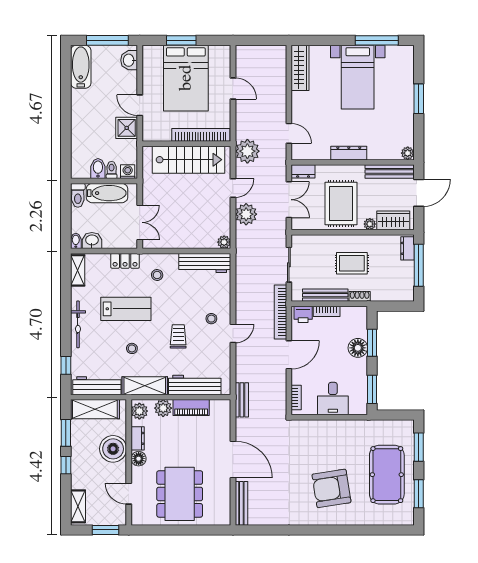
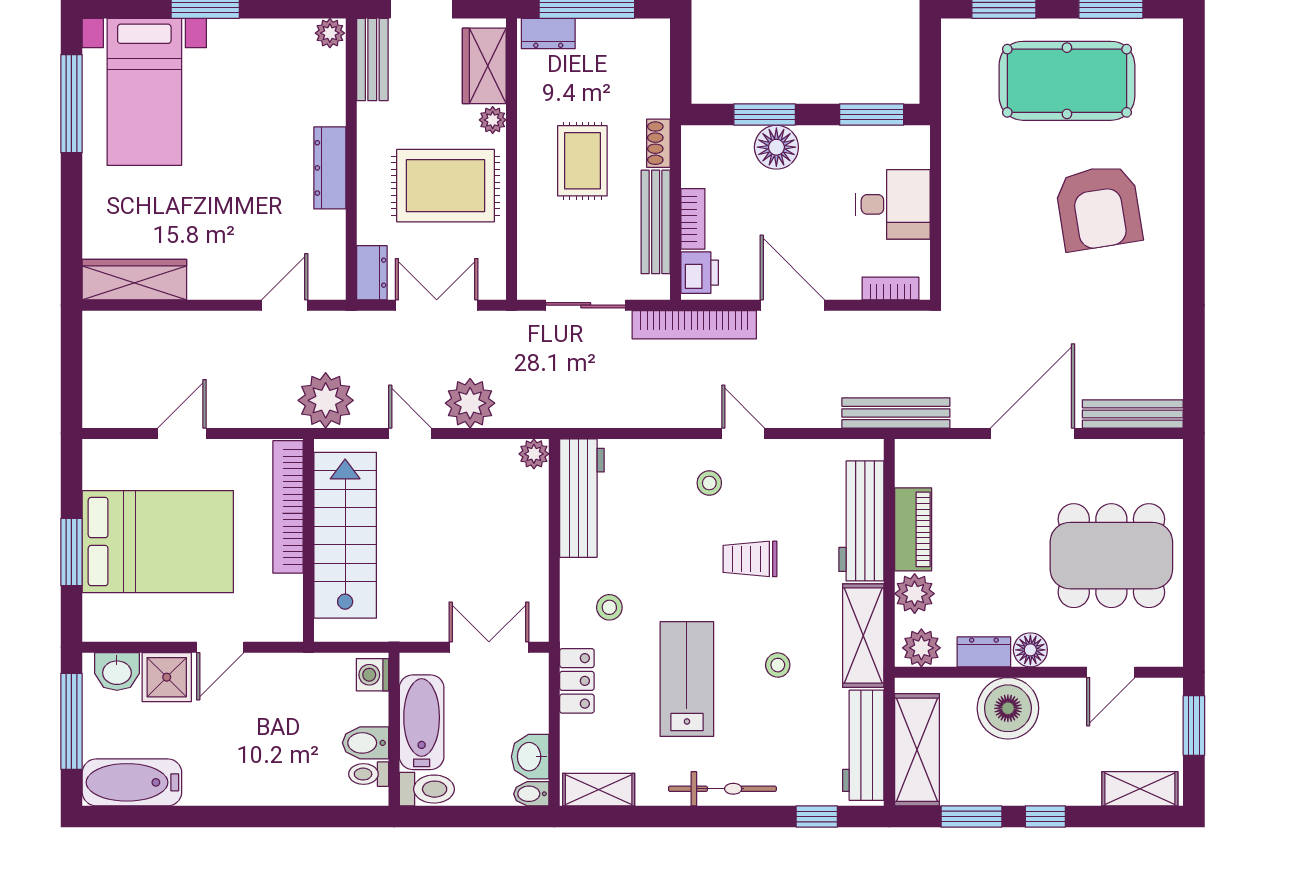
bed with nightstands: (358, 77) -> (144, 92), moved, turned 90
shower: (127, 128) -> (167, 677), moved
toilet: (112, 170) -> (369, 774), moved
bench: (390, 172) -> (372, 60), width x0.73
bench: (242, 400) -> (896, 413), width x1.36

